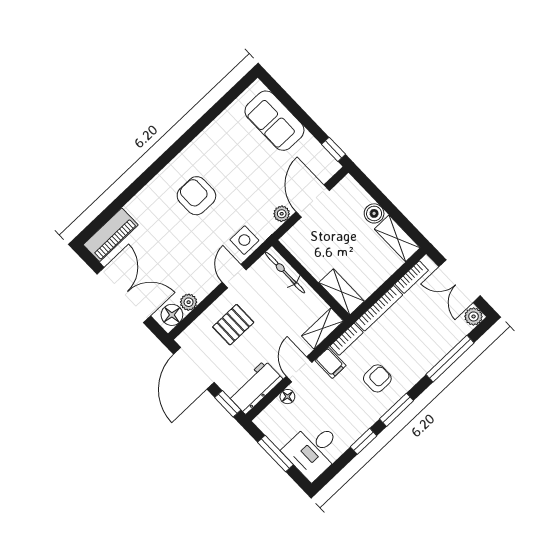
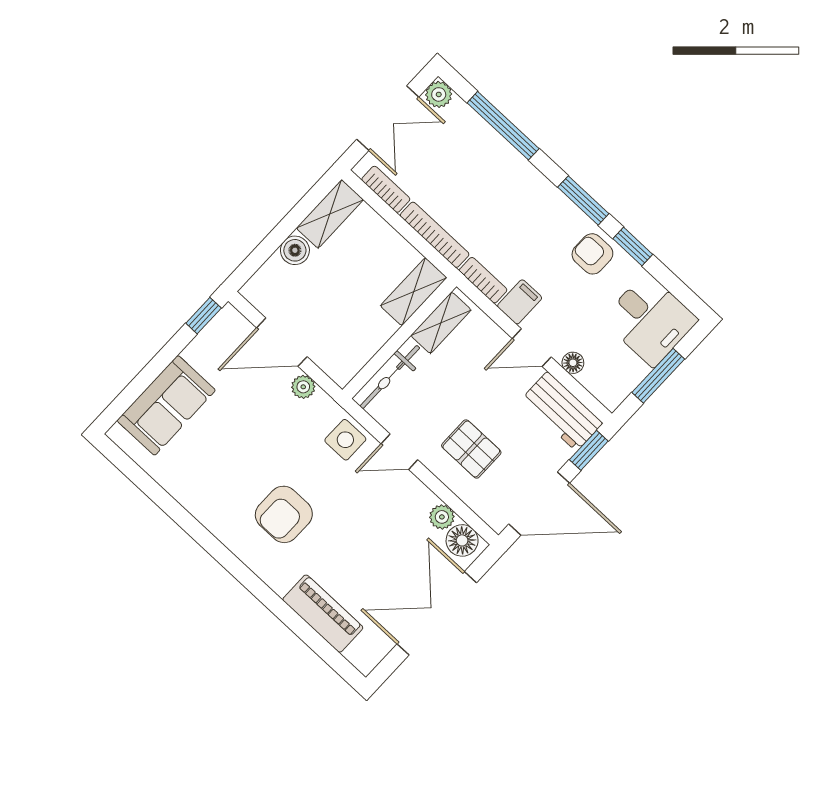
piano: (111, 235) -> (323, 614), moved
shelving: (323, 328) -> (441, 323), moved, turned 90
armchair: (377, 378) -> (592, 254), moved

